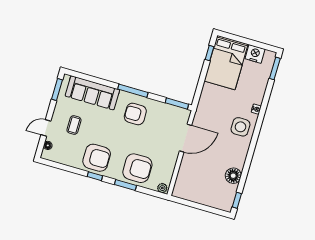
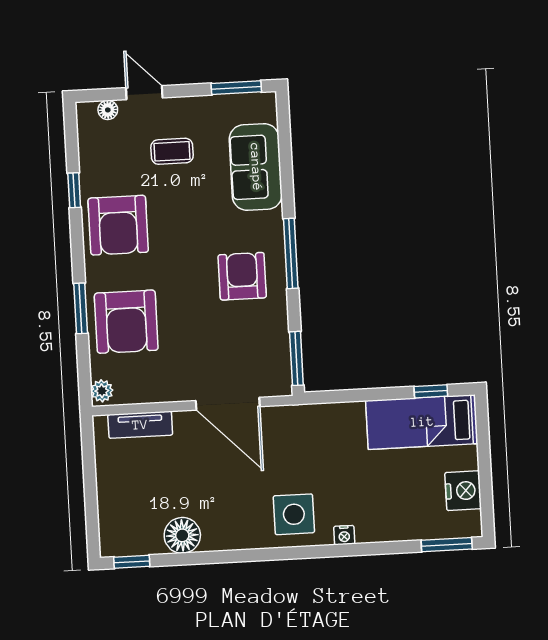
bed: (226, 63) -> (422, 422), width x0.67
sofa: (92, 93) -> (256, 167), width x0.73
window: (95, 176) -> (74, 190), moved
tv unit: (182, 177) -> (140, 425), added

